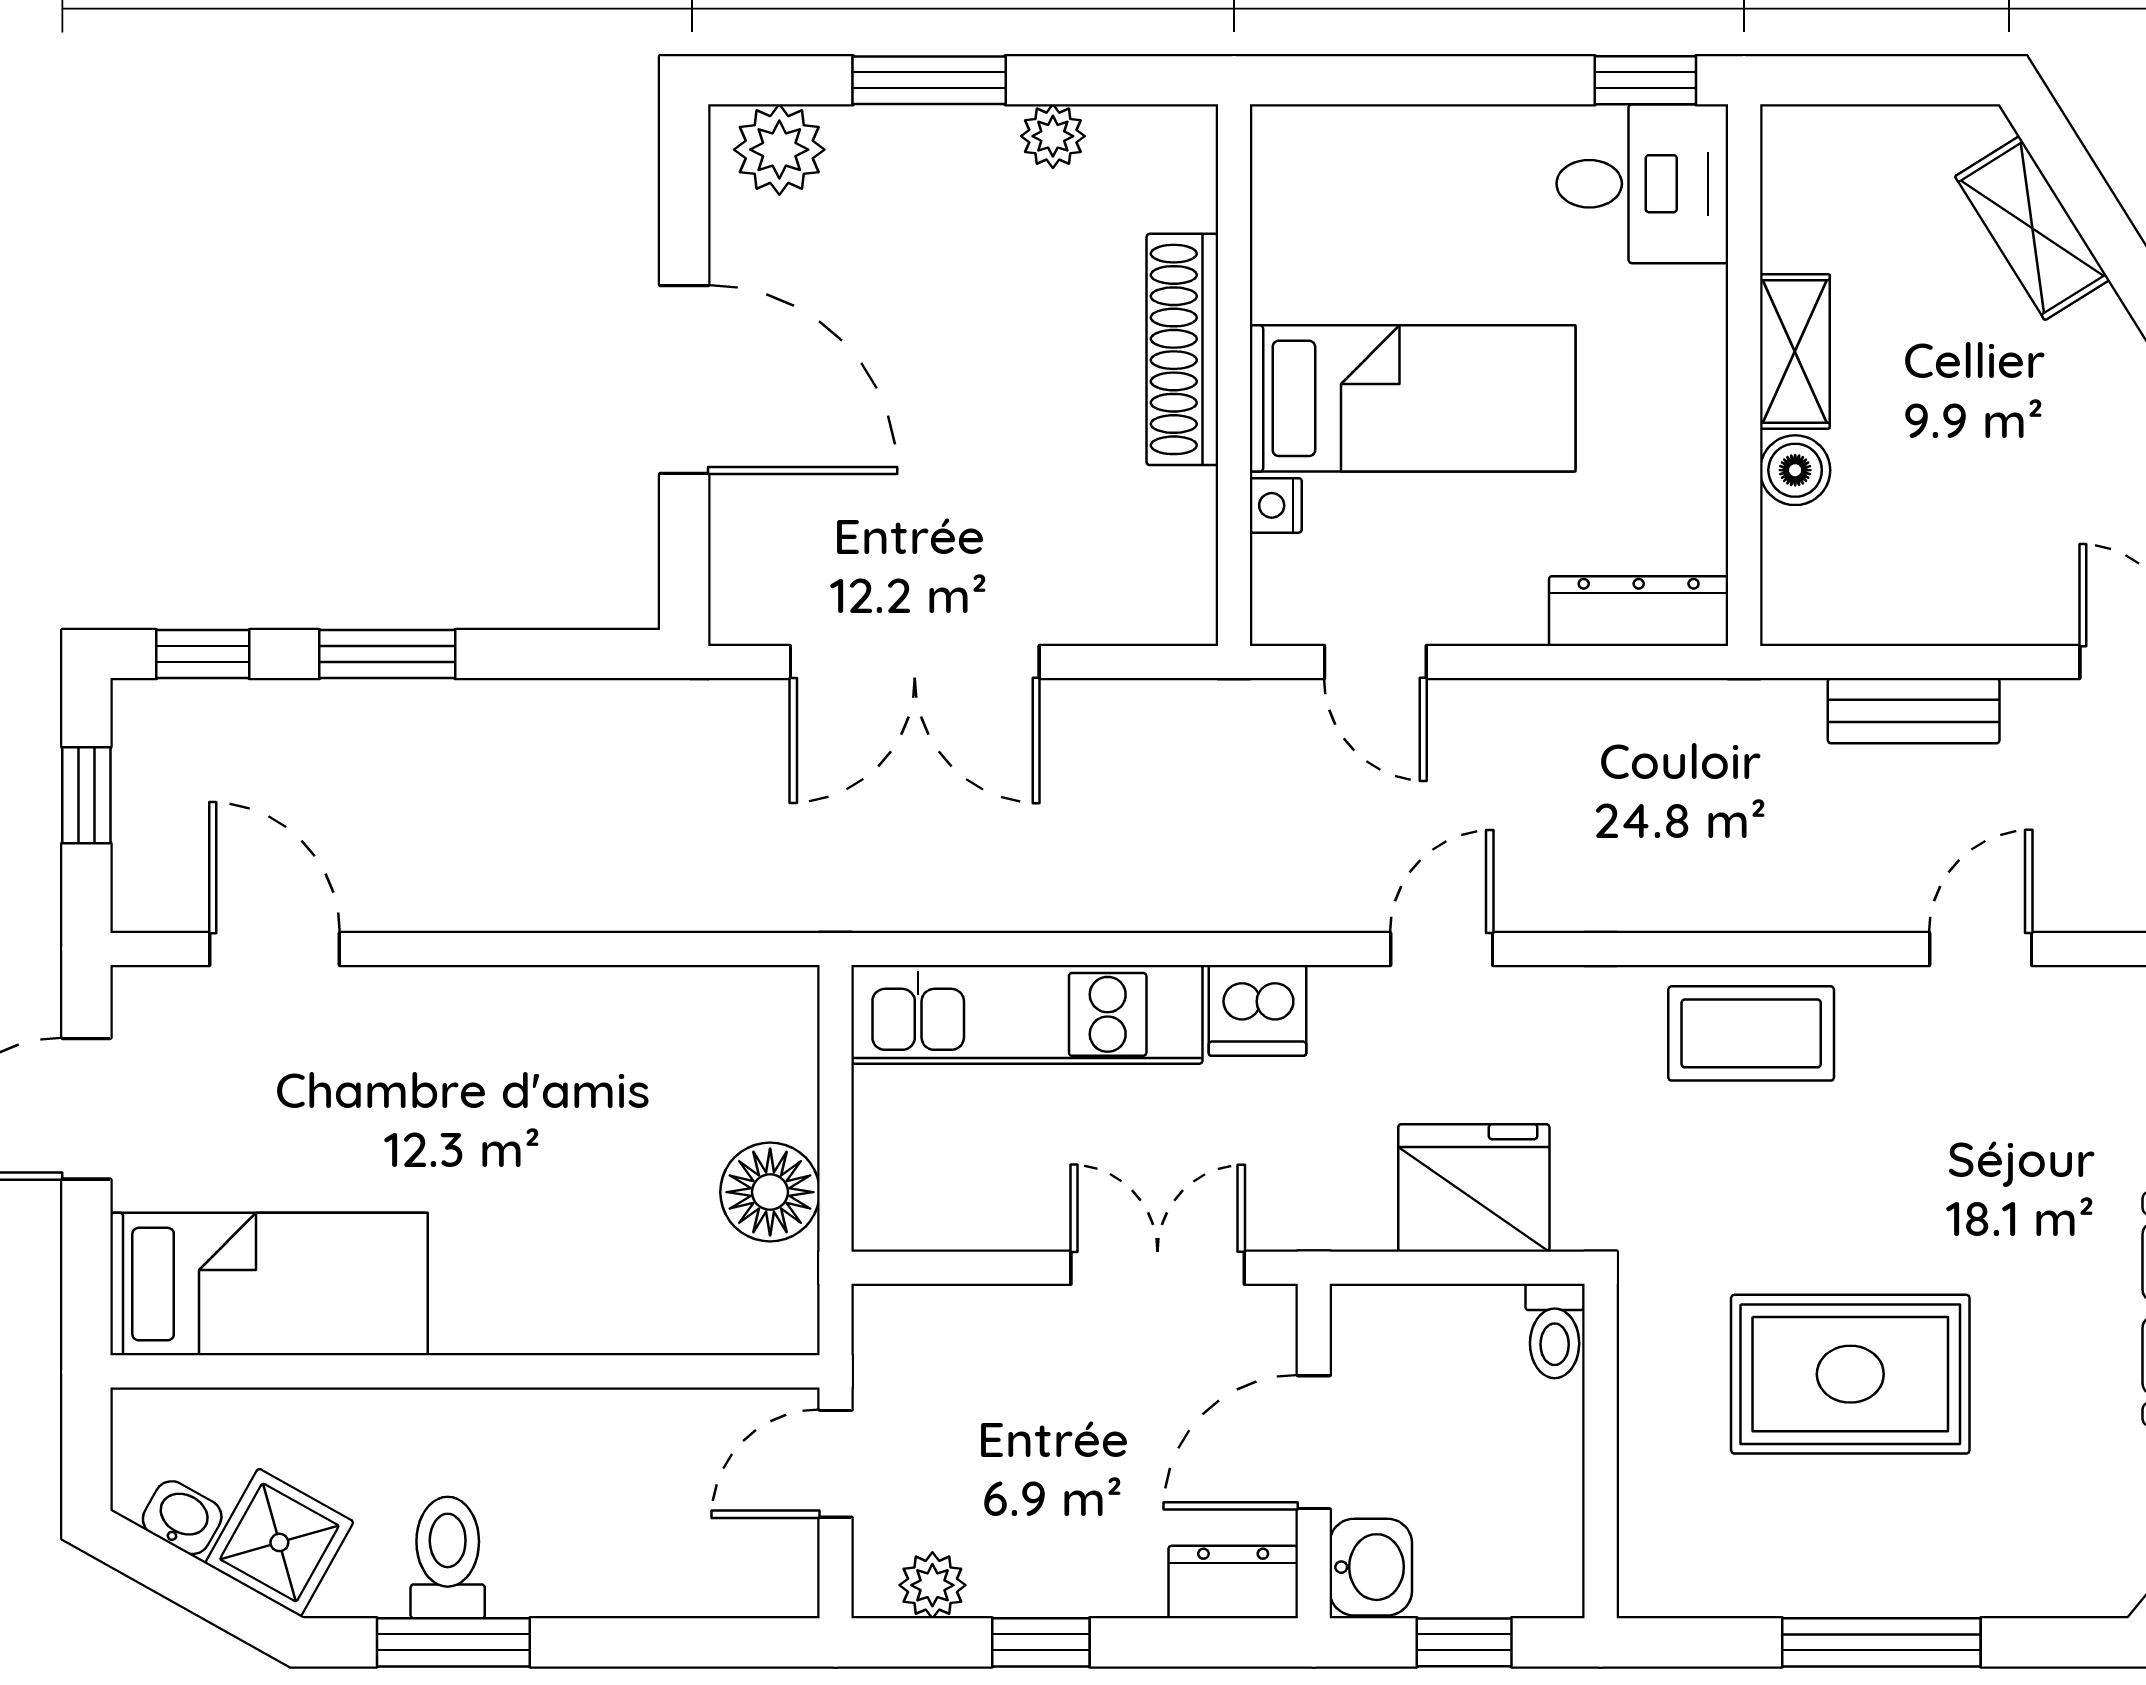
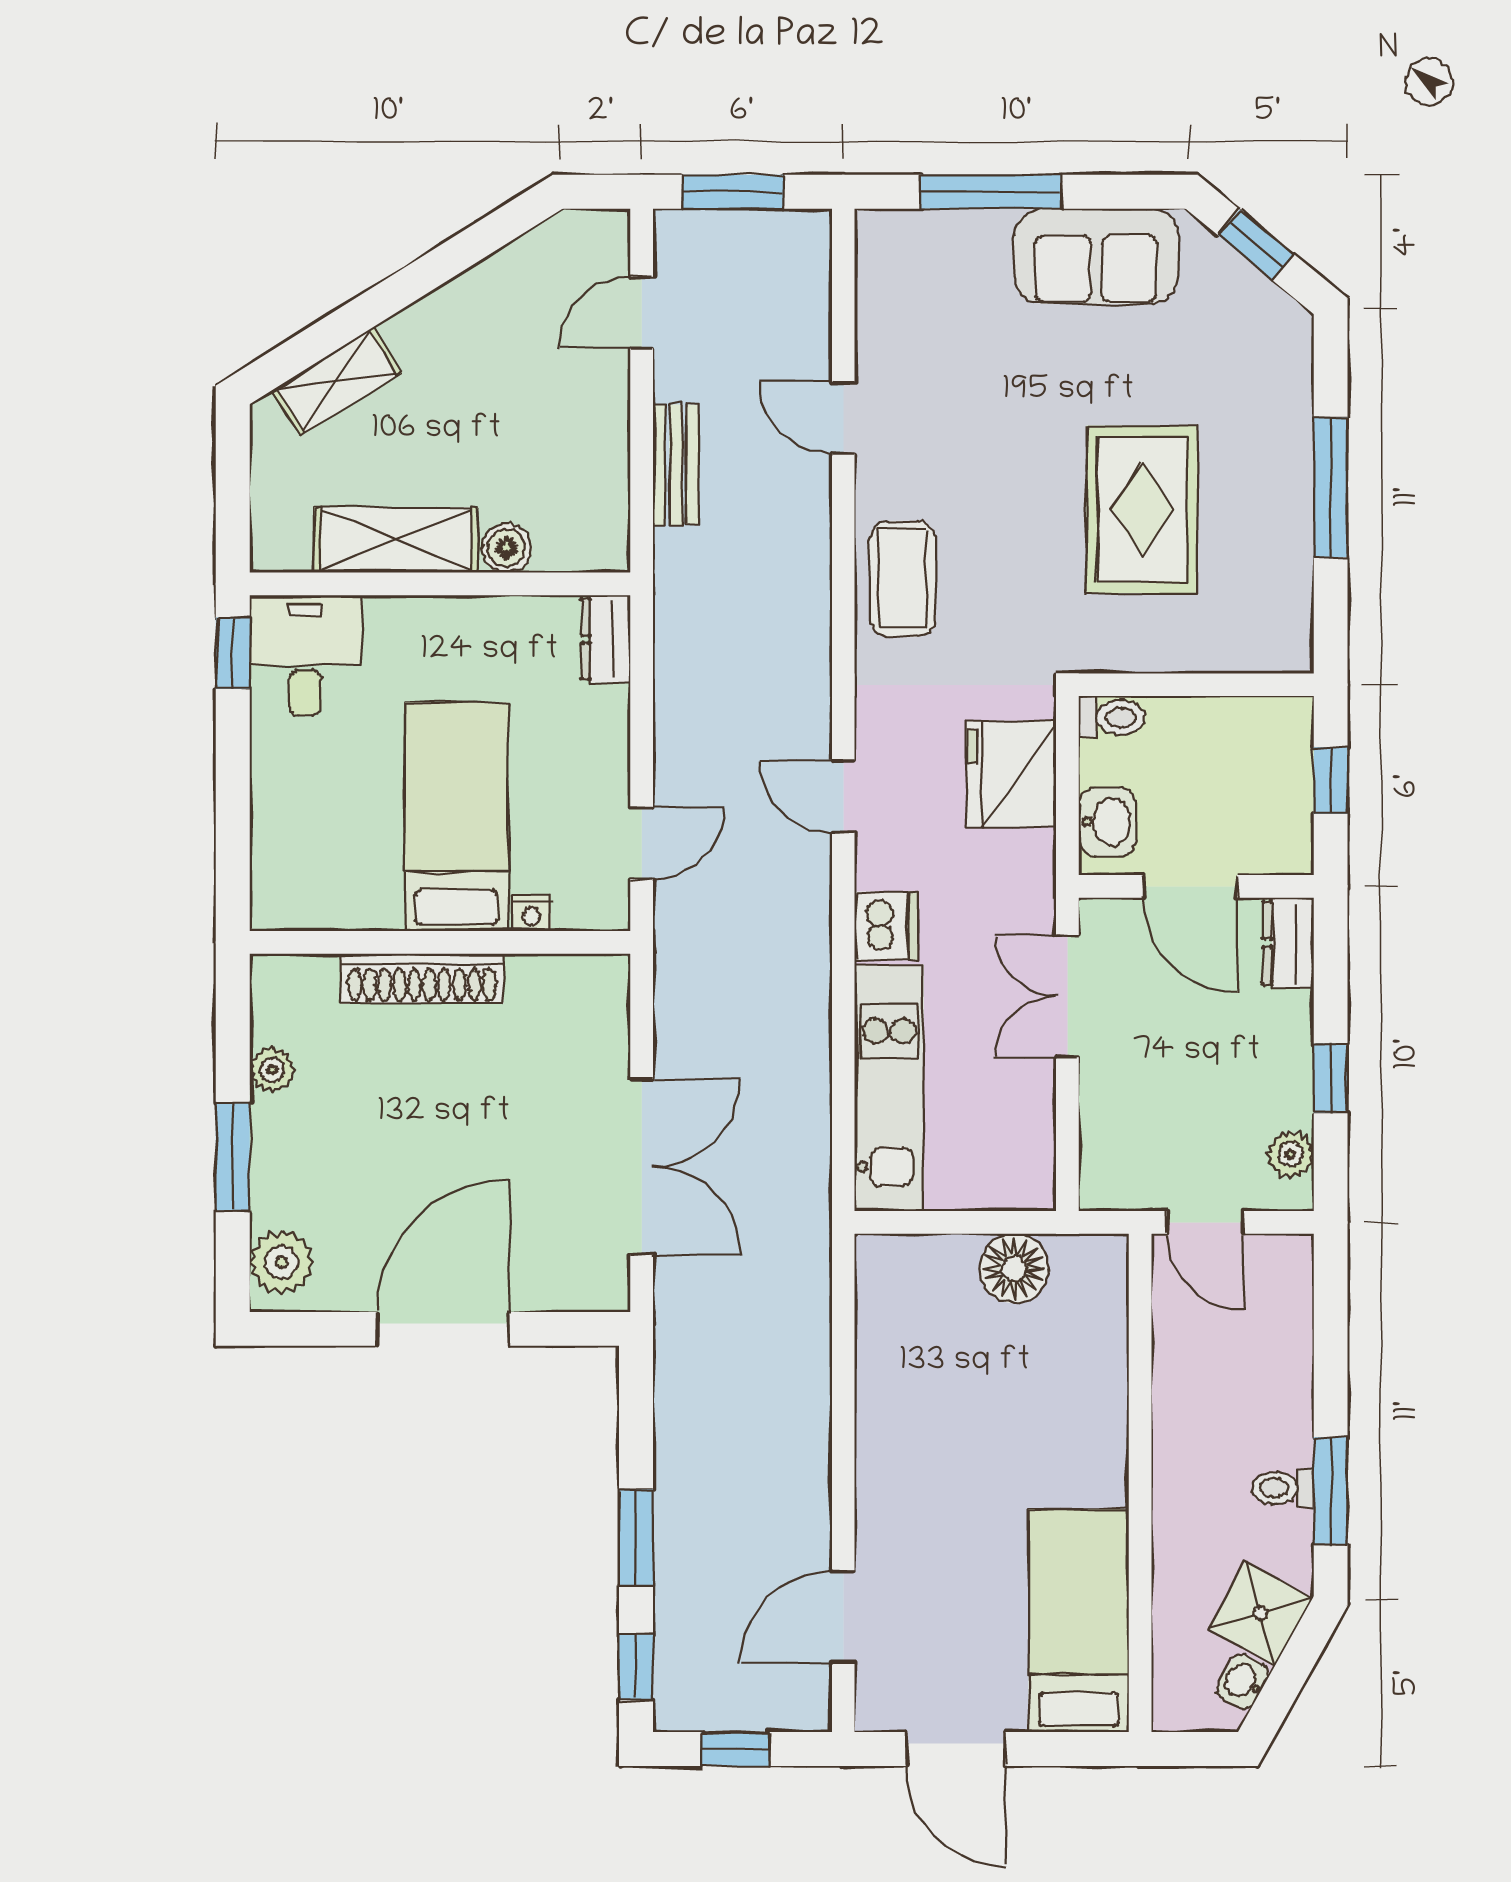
shelving: (1795, 351) -> (396, 540), width x1.50, depth x1.33
dresser: (1639, 611) -> (606, 639), width x0.70
toilet: (448, 1558) -> (1283, 1488), width x0.73, depth x0.72
washbasin: (1371, 1567) -> (1107, 822), moved, turned 90

